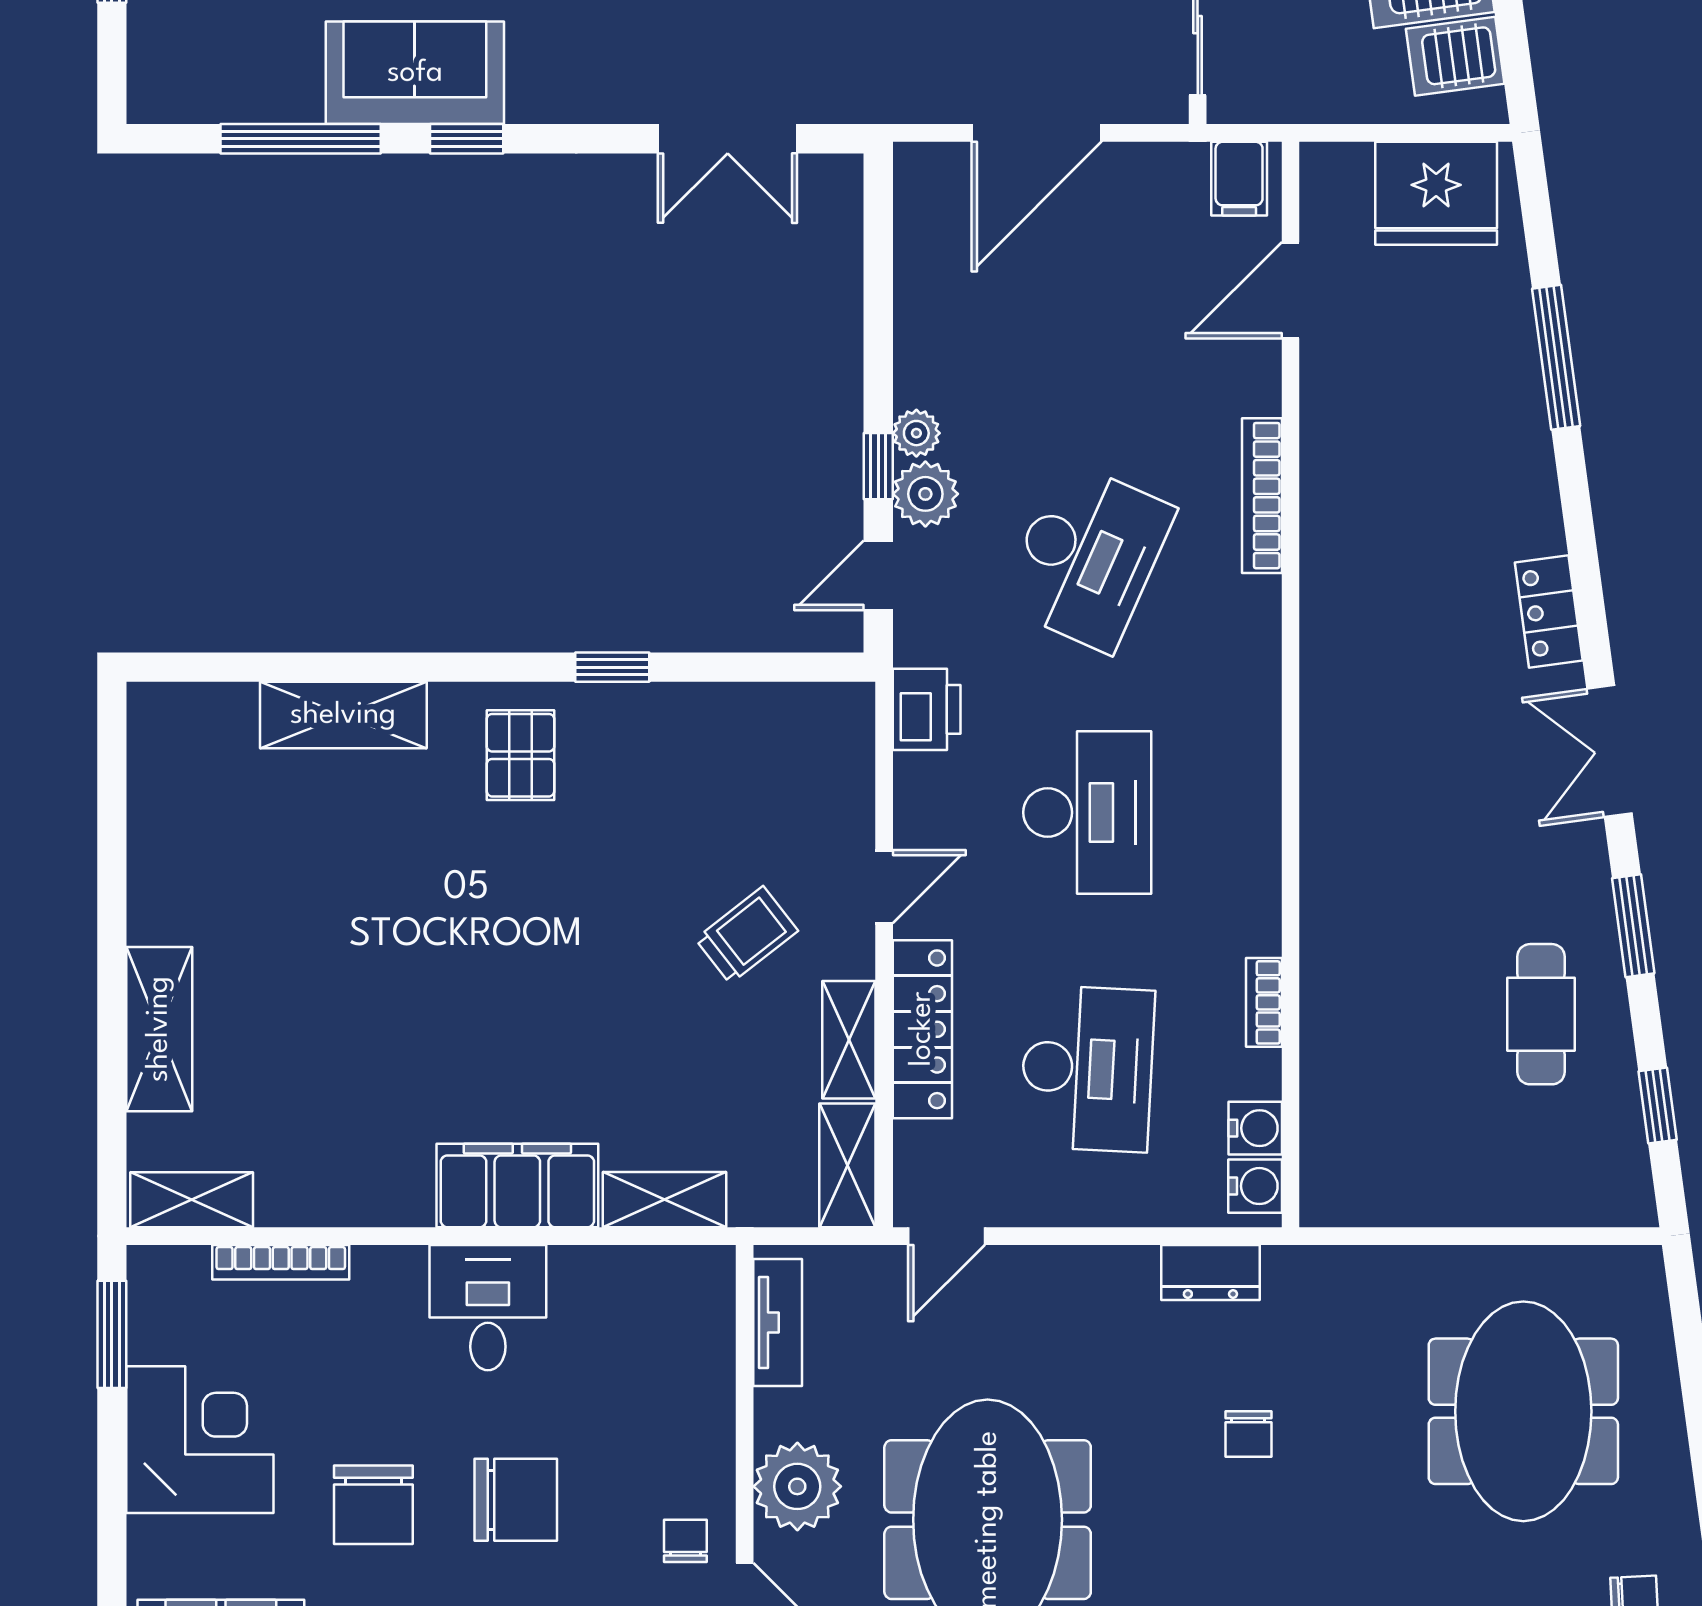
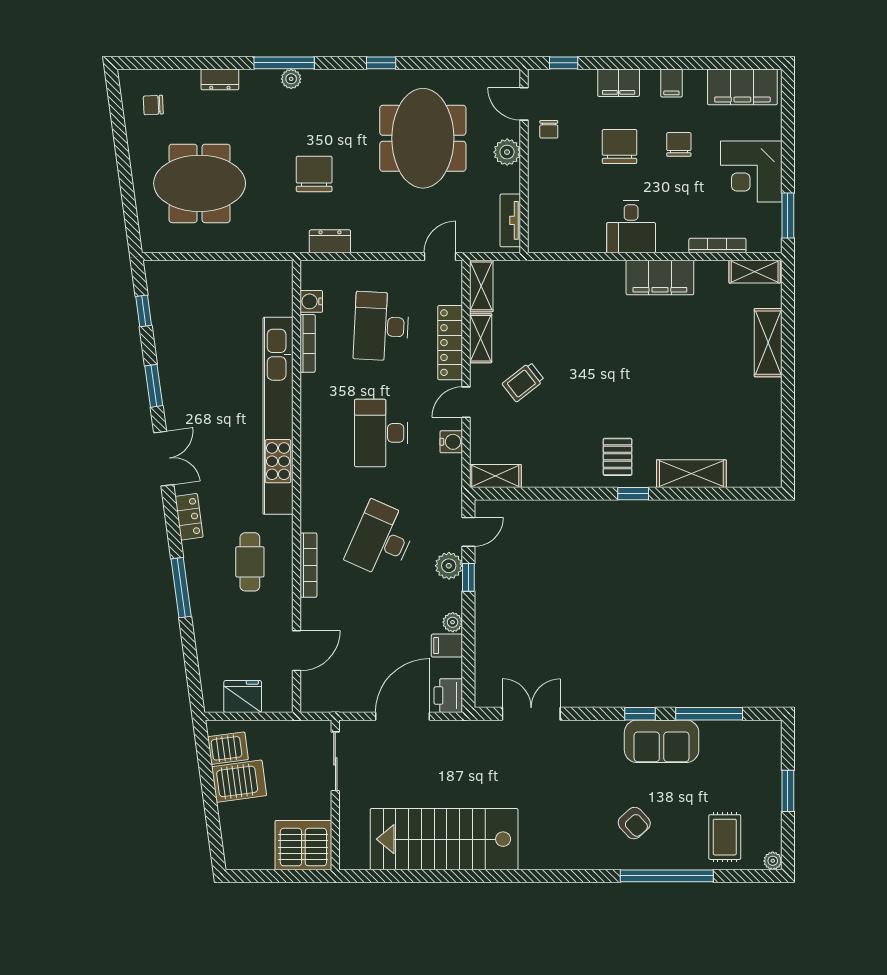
filing cabinet: (1239, 179) -> (447, 646), moved, turned -90
fridge: (1436, 193) -> (243, 697), width x0.73, depth x0.75
window: (1556, 357) -> (181, 588), moved
plant: (916, 433) -> (453, 622), moved
window: (612, 667) -> (633, 494), moved
printer: (927, 709) -> (448, 696), moved
kitchen unit: (1335, 854) -> (278, 416), added
bookcase: (1264, 1002) -> (308, 343), width x1.56
cafe table: (1541, 1014) -> (250, 562), moved
filing cabinet: (517, 1185) -> (660, 278), moved
water cooler: (1255, 1186) -> (451, 442), moved, turned 180
shelving: (665, 1200) -> (495, 476), moved
meeting table: (1523, 1411) -> (200, 183), turned 90
chair: (1248, 1434) -> (314, 174), width x1.87, depth x1.87
plant: (797, 1486) -> (507, 152), width x0.73, depth x0.73
chair: (516, 1500) -> (620, 147), turned 90
chair: (373, 1505) -> (679, 144), width x0.73, depth x0.73

